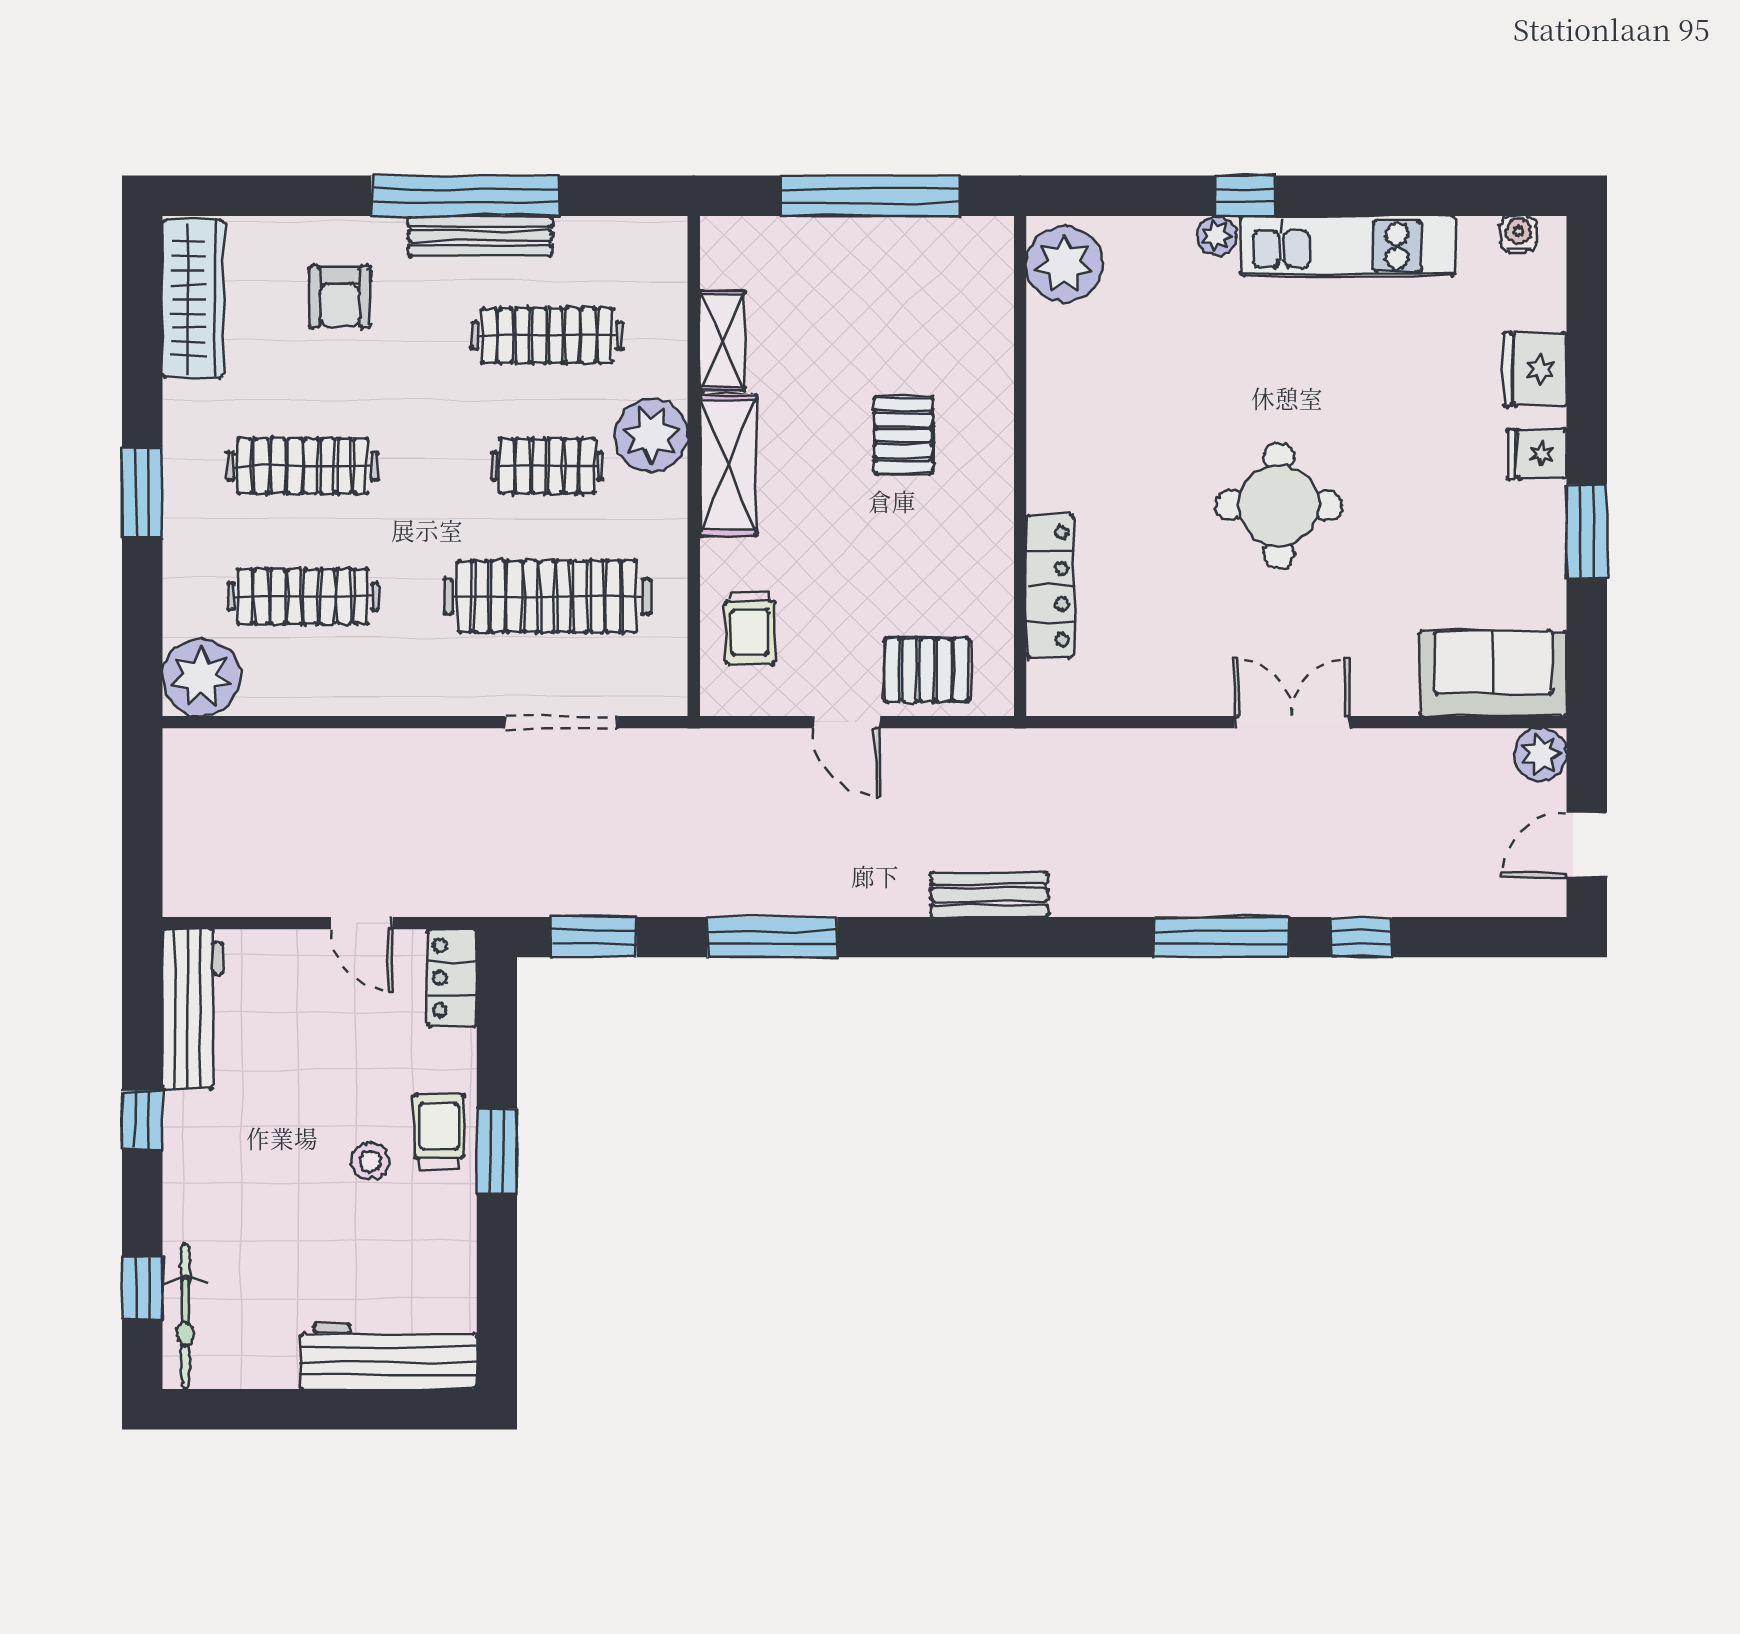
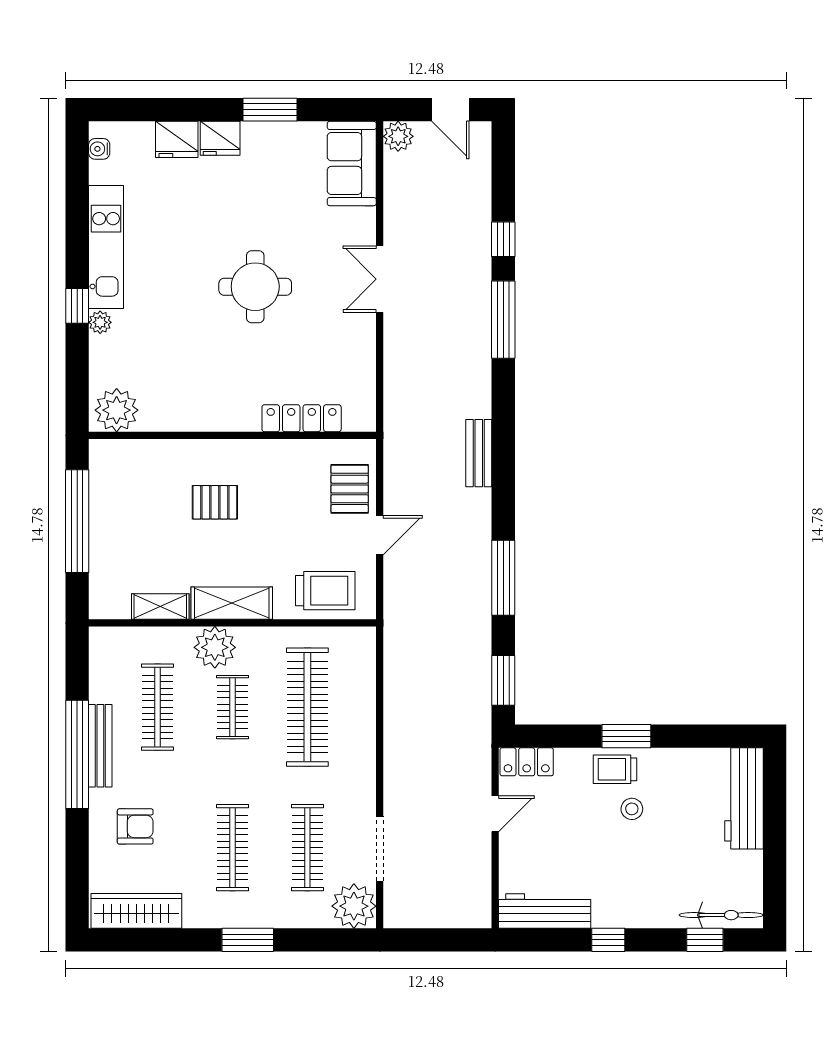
fridge: (1537, 454) -> (220, 138), width x1.38
trolley: (750, 627) -> (325, 591), width x1.36, depth x1.39
doorway: (561, 722) -> (380, 849), moved

